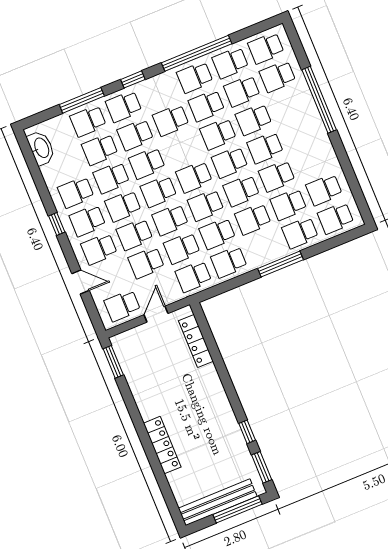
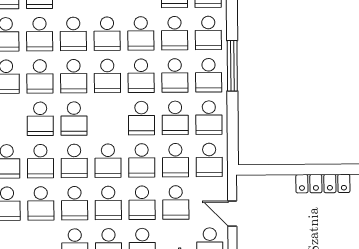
school desk: (194, 177) -> (74, 119), moved
school desk: (265, 247) -> (209, 75), added
locker: (196, 341) -> (323, 184), moved

